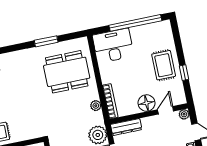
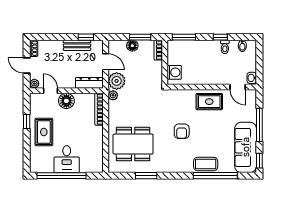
desk: (113, 46) -> (67, 159), moved, width x0.73
armchair: (18, 96) -> (182, 131), added
plant: (96, 106) -> (113, 95), moved
door: (166, 110) -> (50, 91), swing flipped

